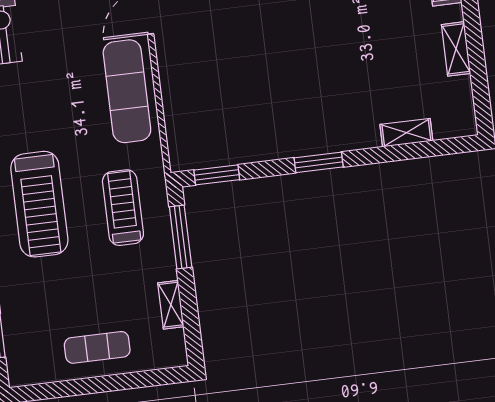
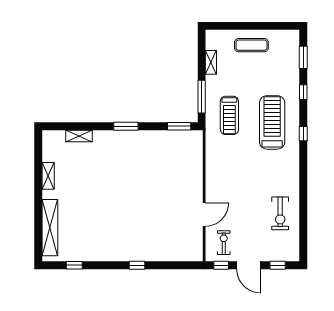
exercise mat: (127, 91) -> (220, 175), removed

